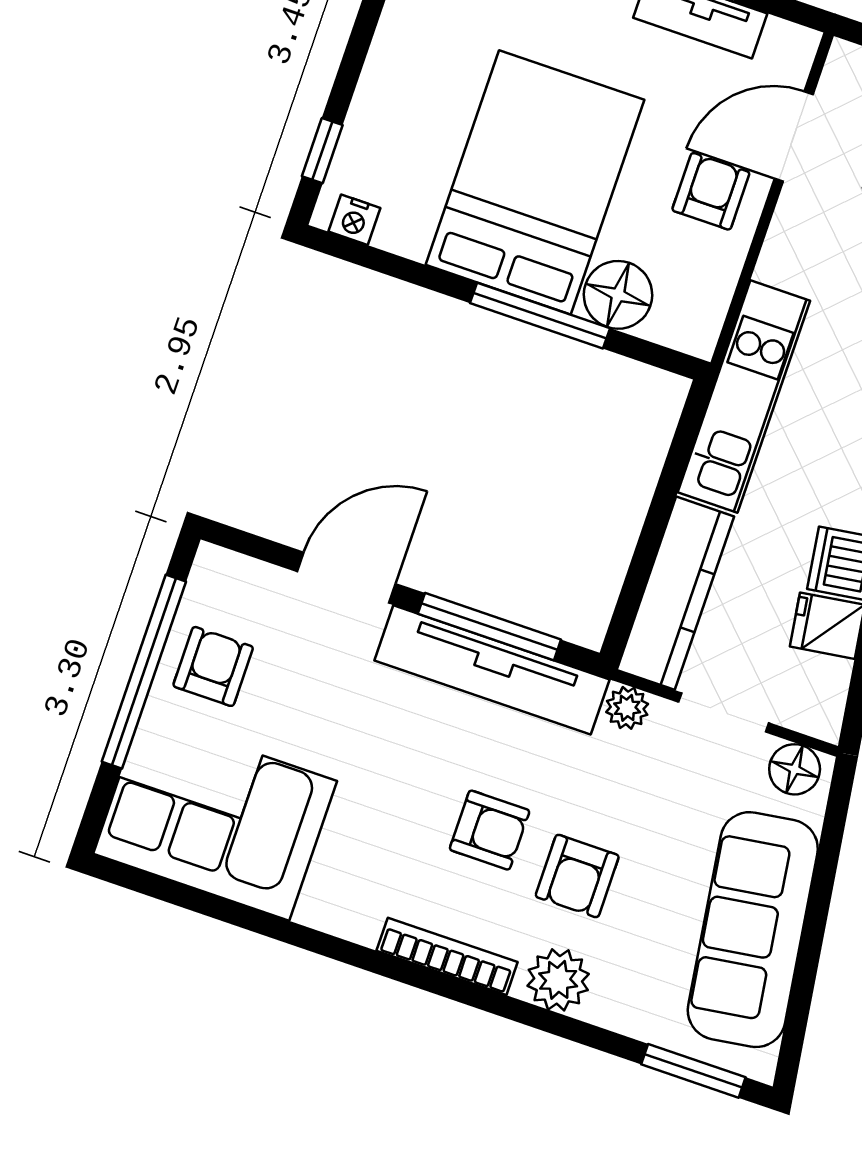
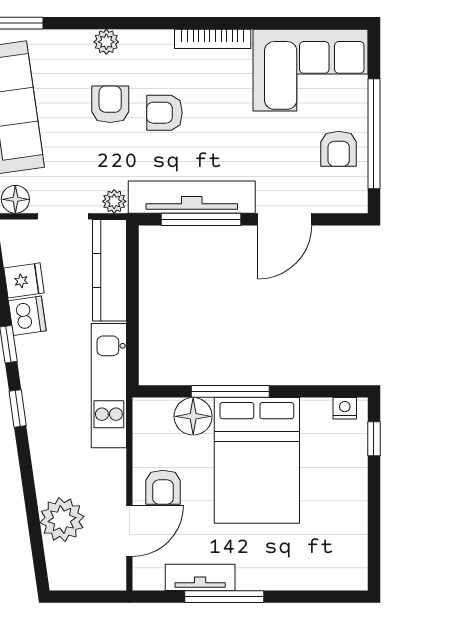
bookcase: (447, 956) -> (213, 39), moved
plant: (558, 980) -> (106, 42), width x0.73, depth x0.73

